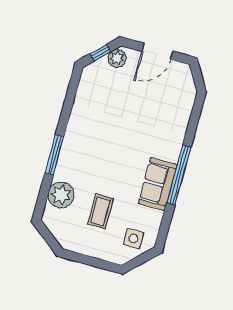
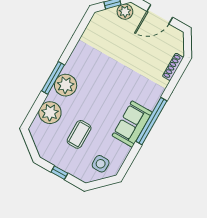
shoe rack: (188, 107) -> (173, 67), added
plant: (71, 159) -> (66, 85), added
window: (89, 260) -> (59, 173), added

